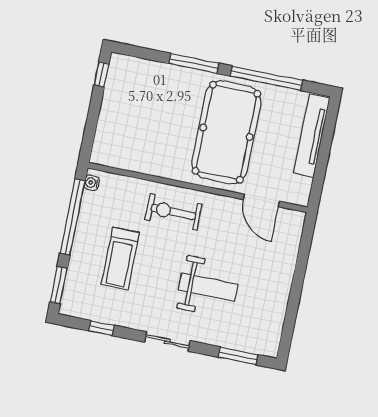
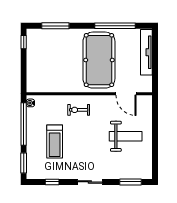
window: (194, 63) -> (55, 26), moved
exercise bike: (173, 212) -> (79, 110), width x0.73, depth x0.72
weight bench: (208, 287) -> (126, 136), moved

